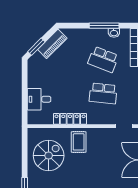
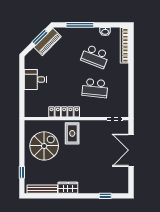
window: (104, 26) -> (80, 25), moved
window: (36, 47) -> (40, 37), moved
desk: (39, 99) -> (35, 79), moved

